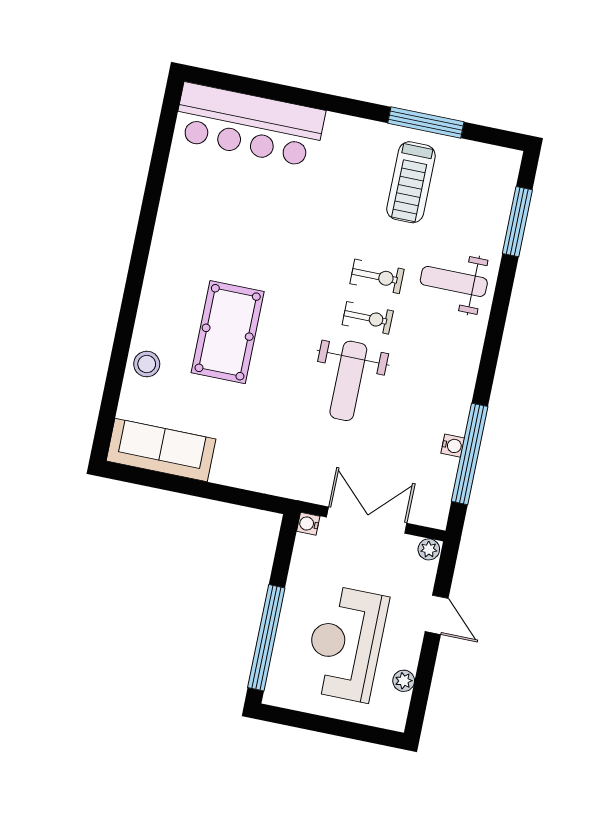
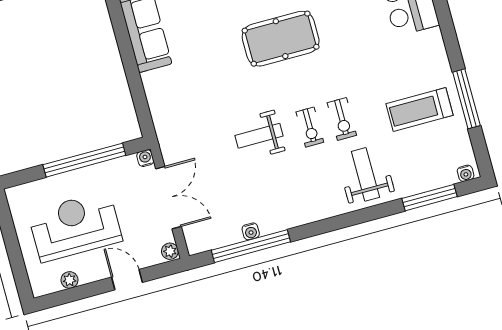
water cooler: (510, 166) -> (466, 173), added
pool table: (228, 332) -> (281, 39), moved
weight bench: (348, 381) -> (259, 136), width x0.73, depth x0.75
door: (437, 615) -> (127, 280), swing flipped
window: (266, 638) -> (84, 160), moved

